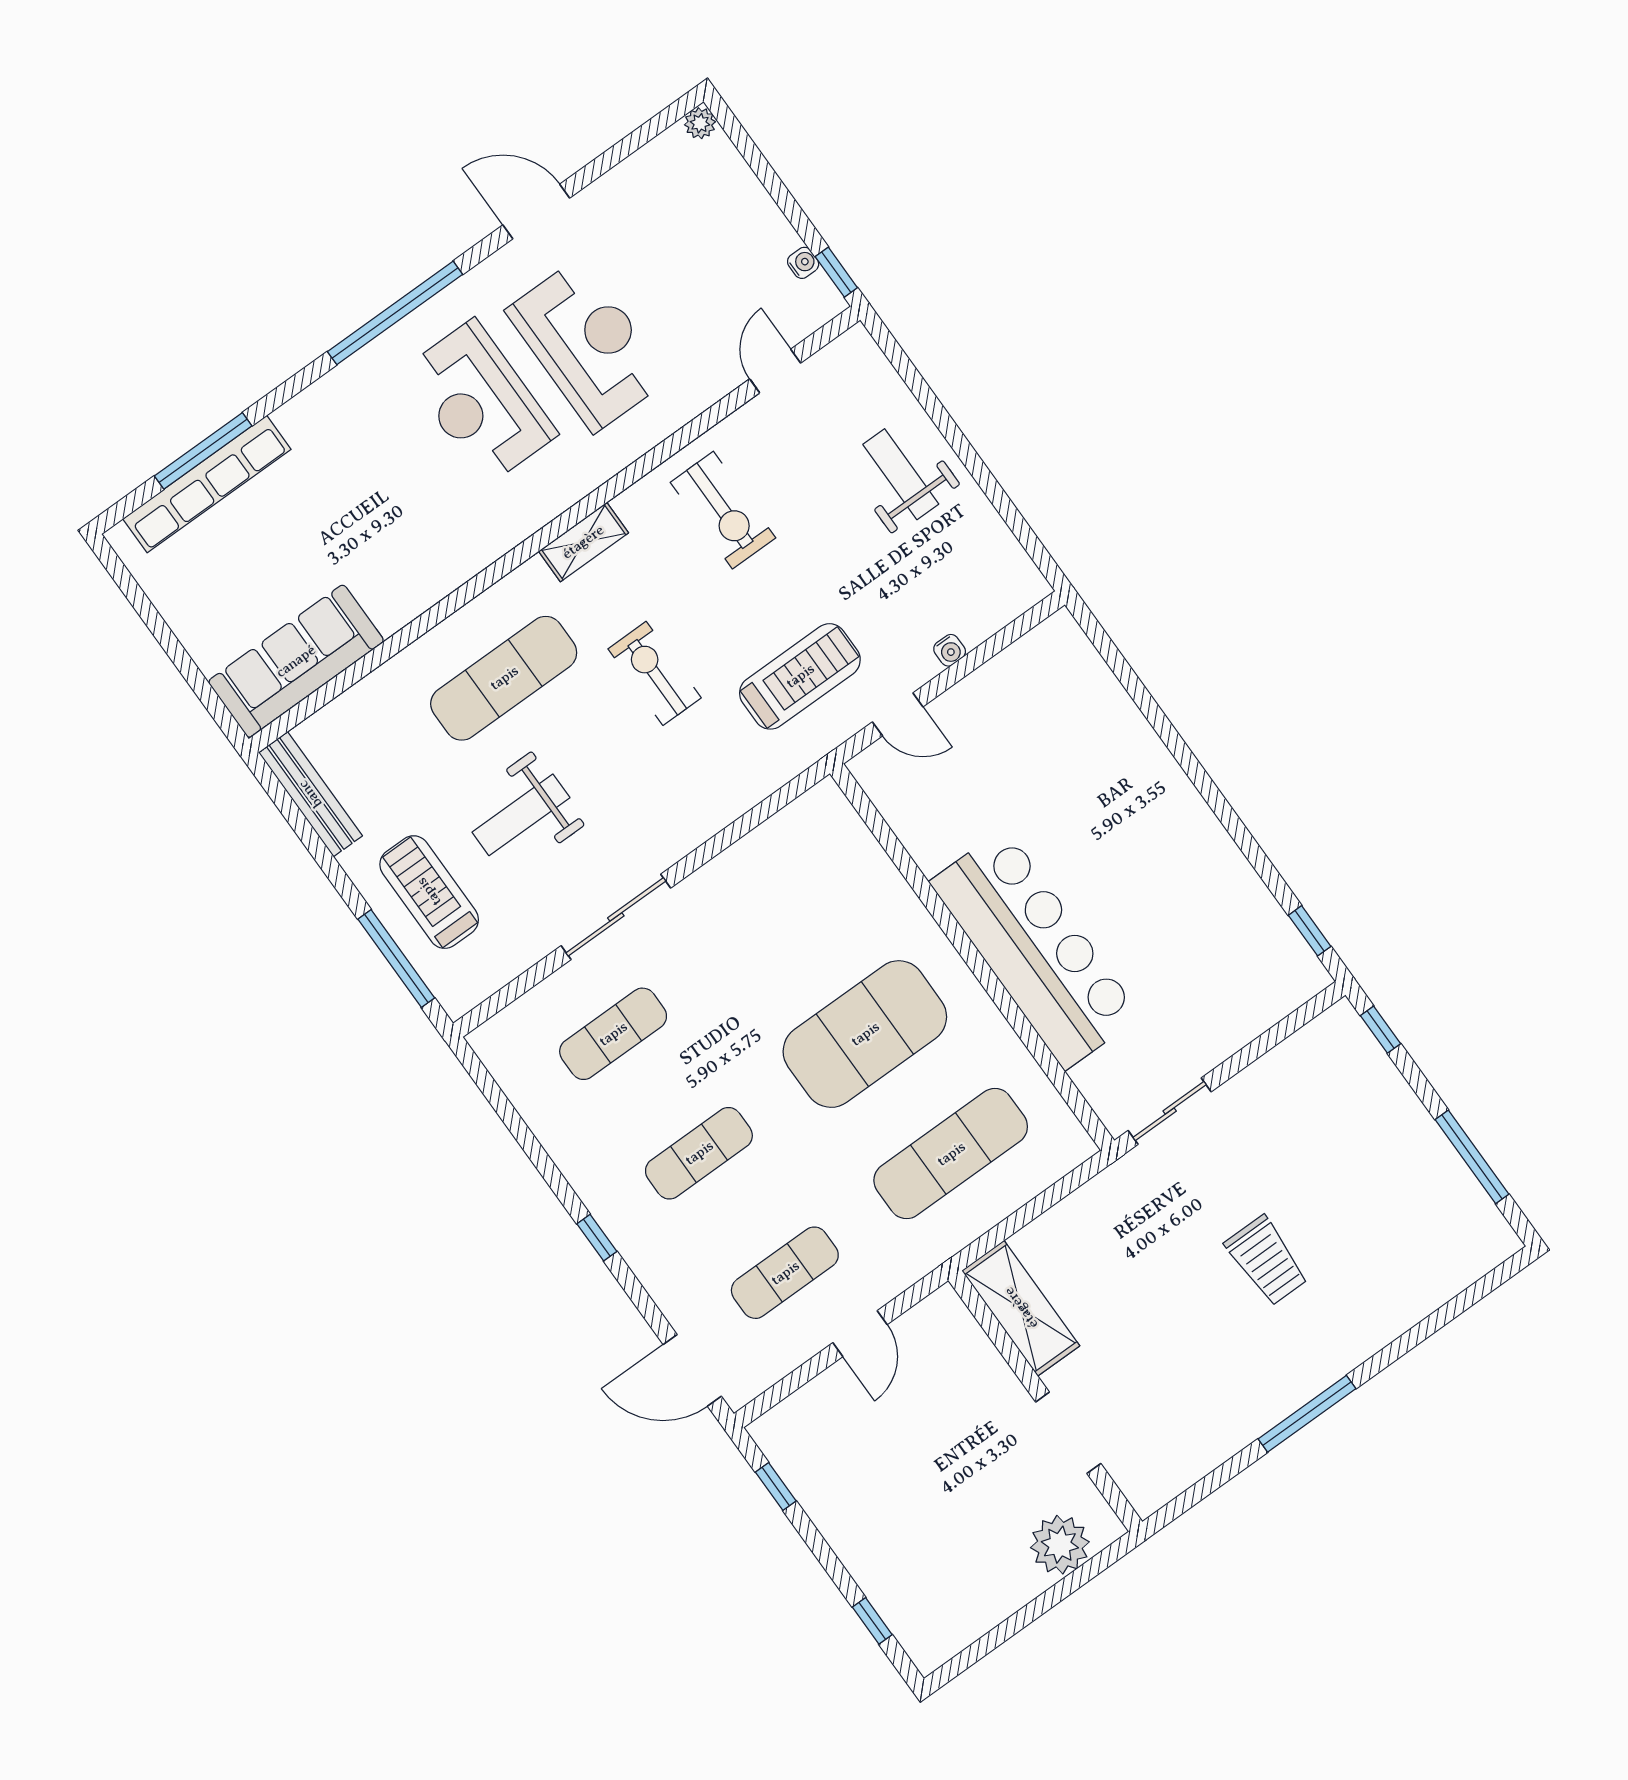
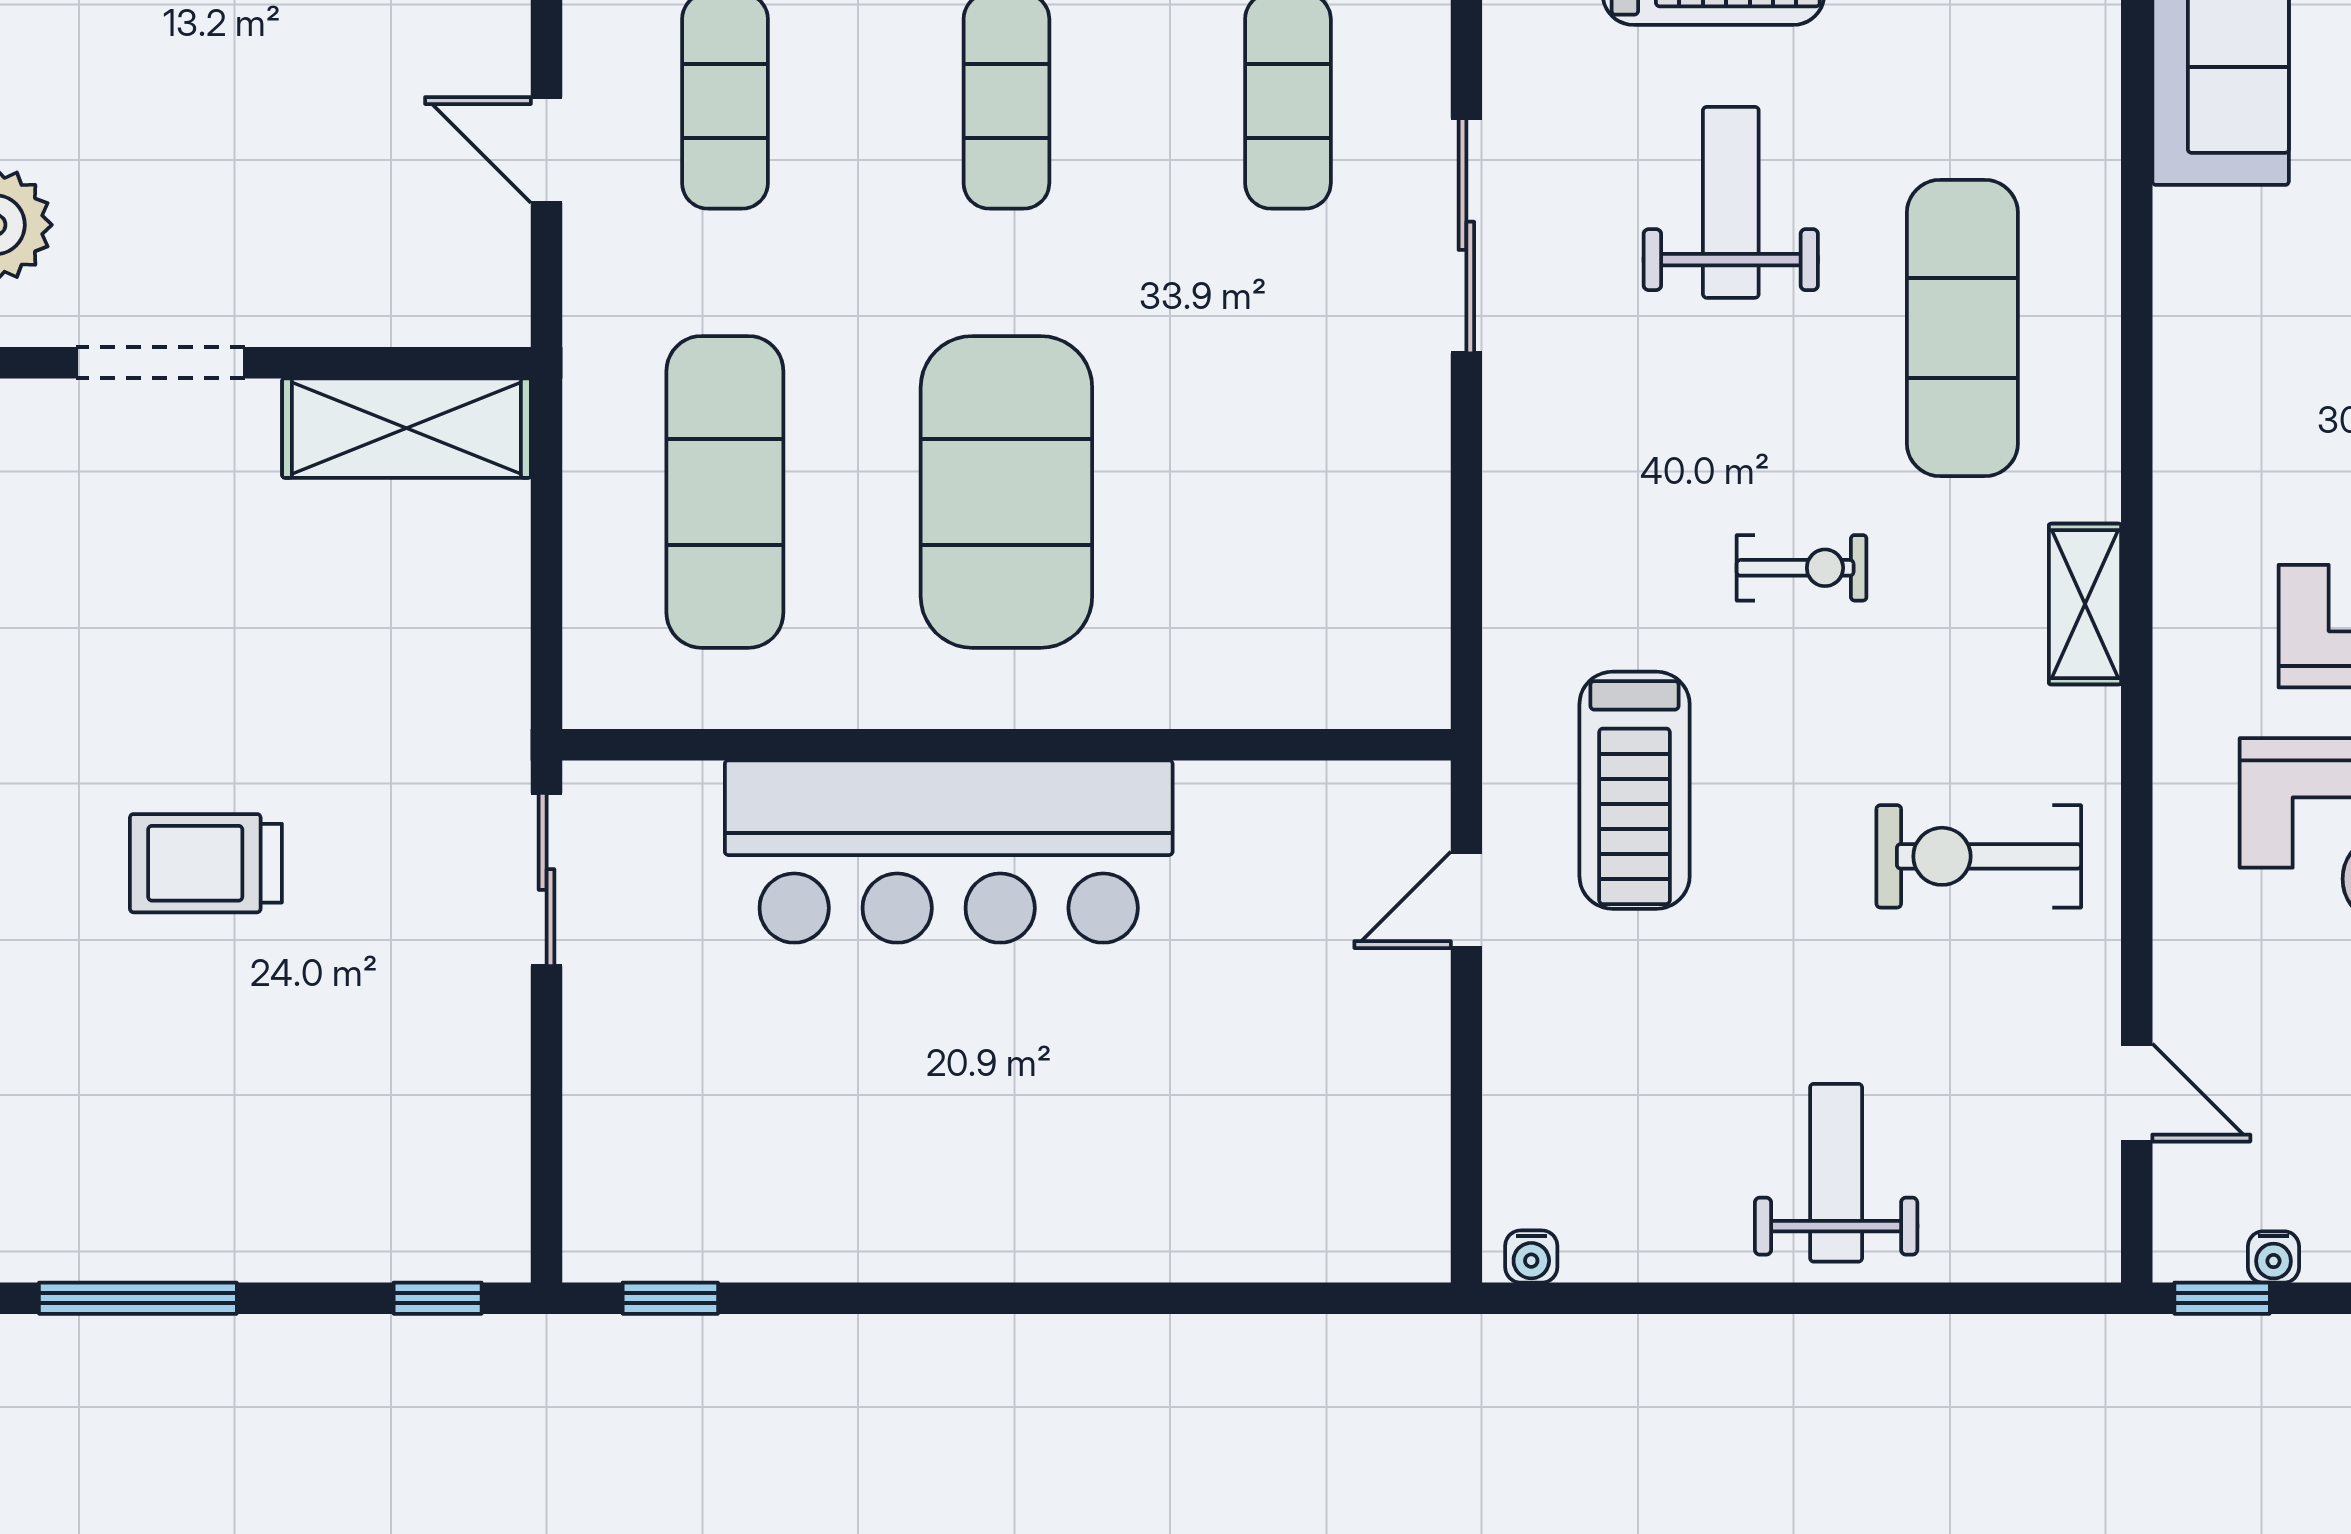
weight bench: (901, 474) -> (1836, 1173), turned -90
water cooler: (950, 650) -> (1531, 1256), moved, turned -90
exercise bike: (655, 673) -> (1802, 568), width x0.73, depth x0.72

